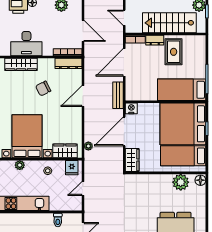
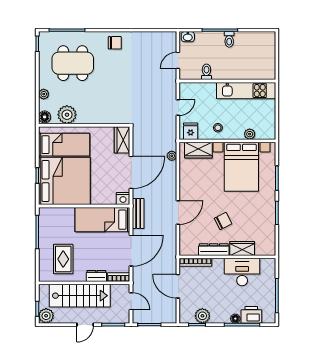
rug: (174, 52) -> (63, 259), moved
dresser: (68, 63) -> (214, 250), moved
wardrobe: (21, 64) -> (242, 248), width x0.67
bed: (182, 90) -> (102, 220), moved, turned 180
plant: (201, 200) -> (44, 94), added

